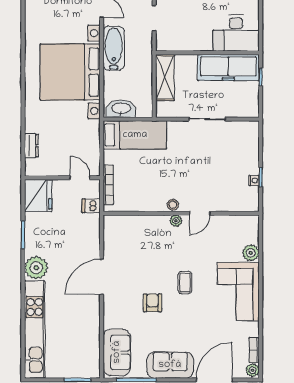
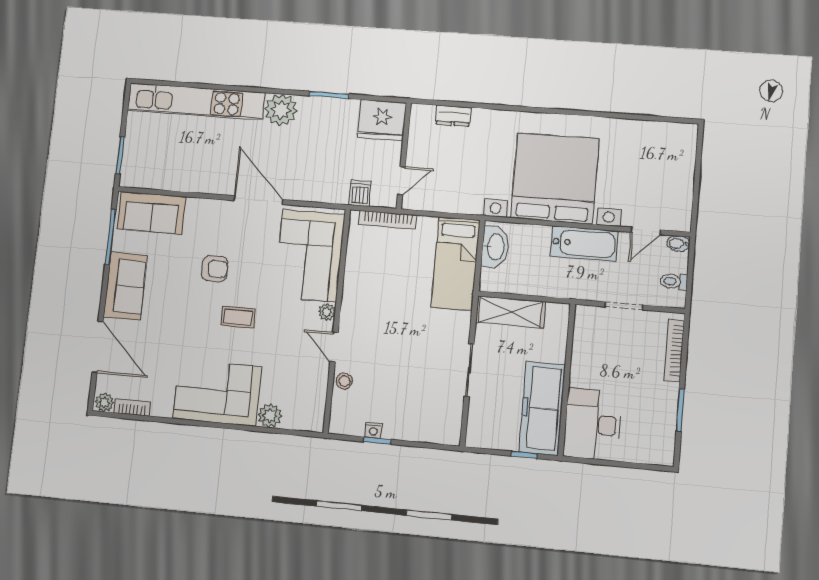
shelving: (165, 77) -> (511, 312), moved
stool: (173, 205) -> (344, 381), moved
corner sofa: (138, 237) -> (309, 256), added

